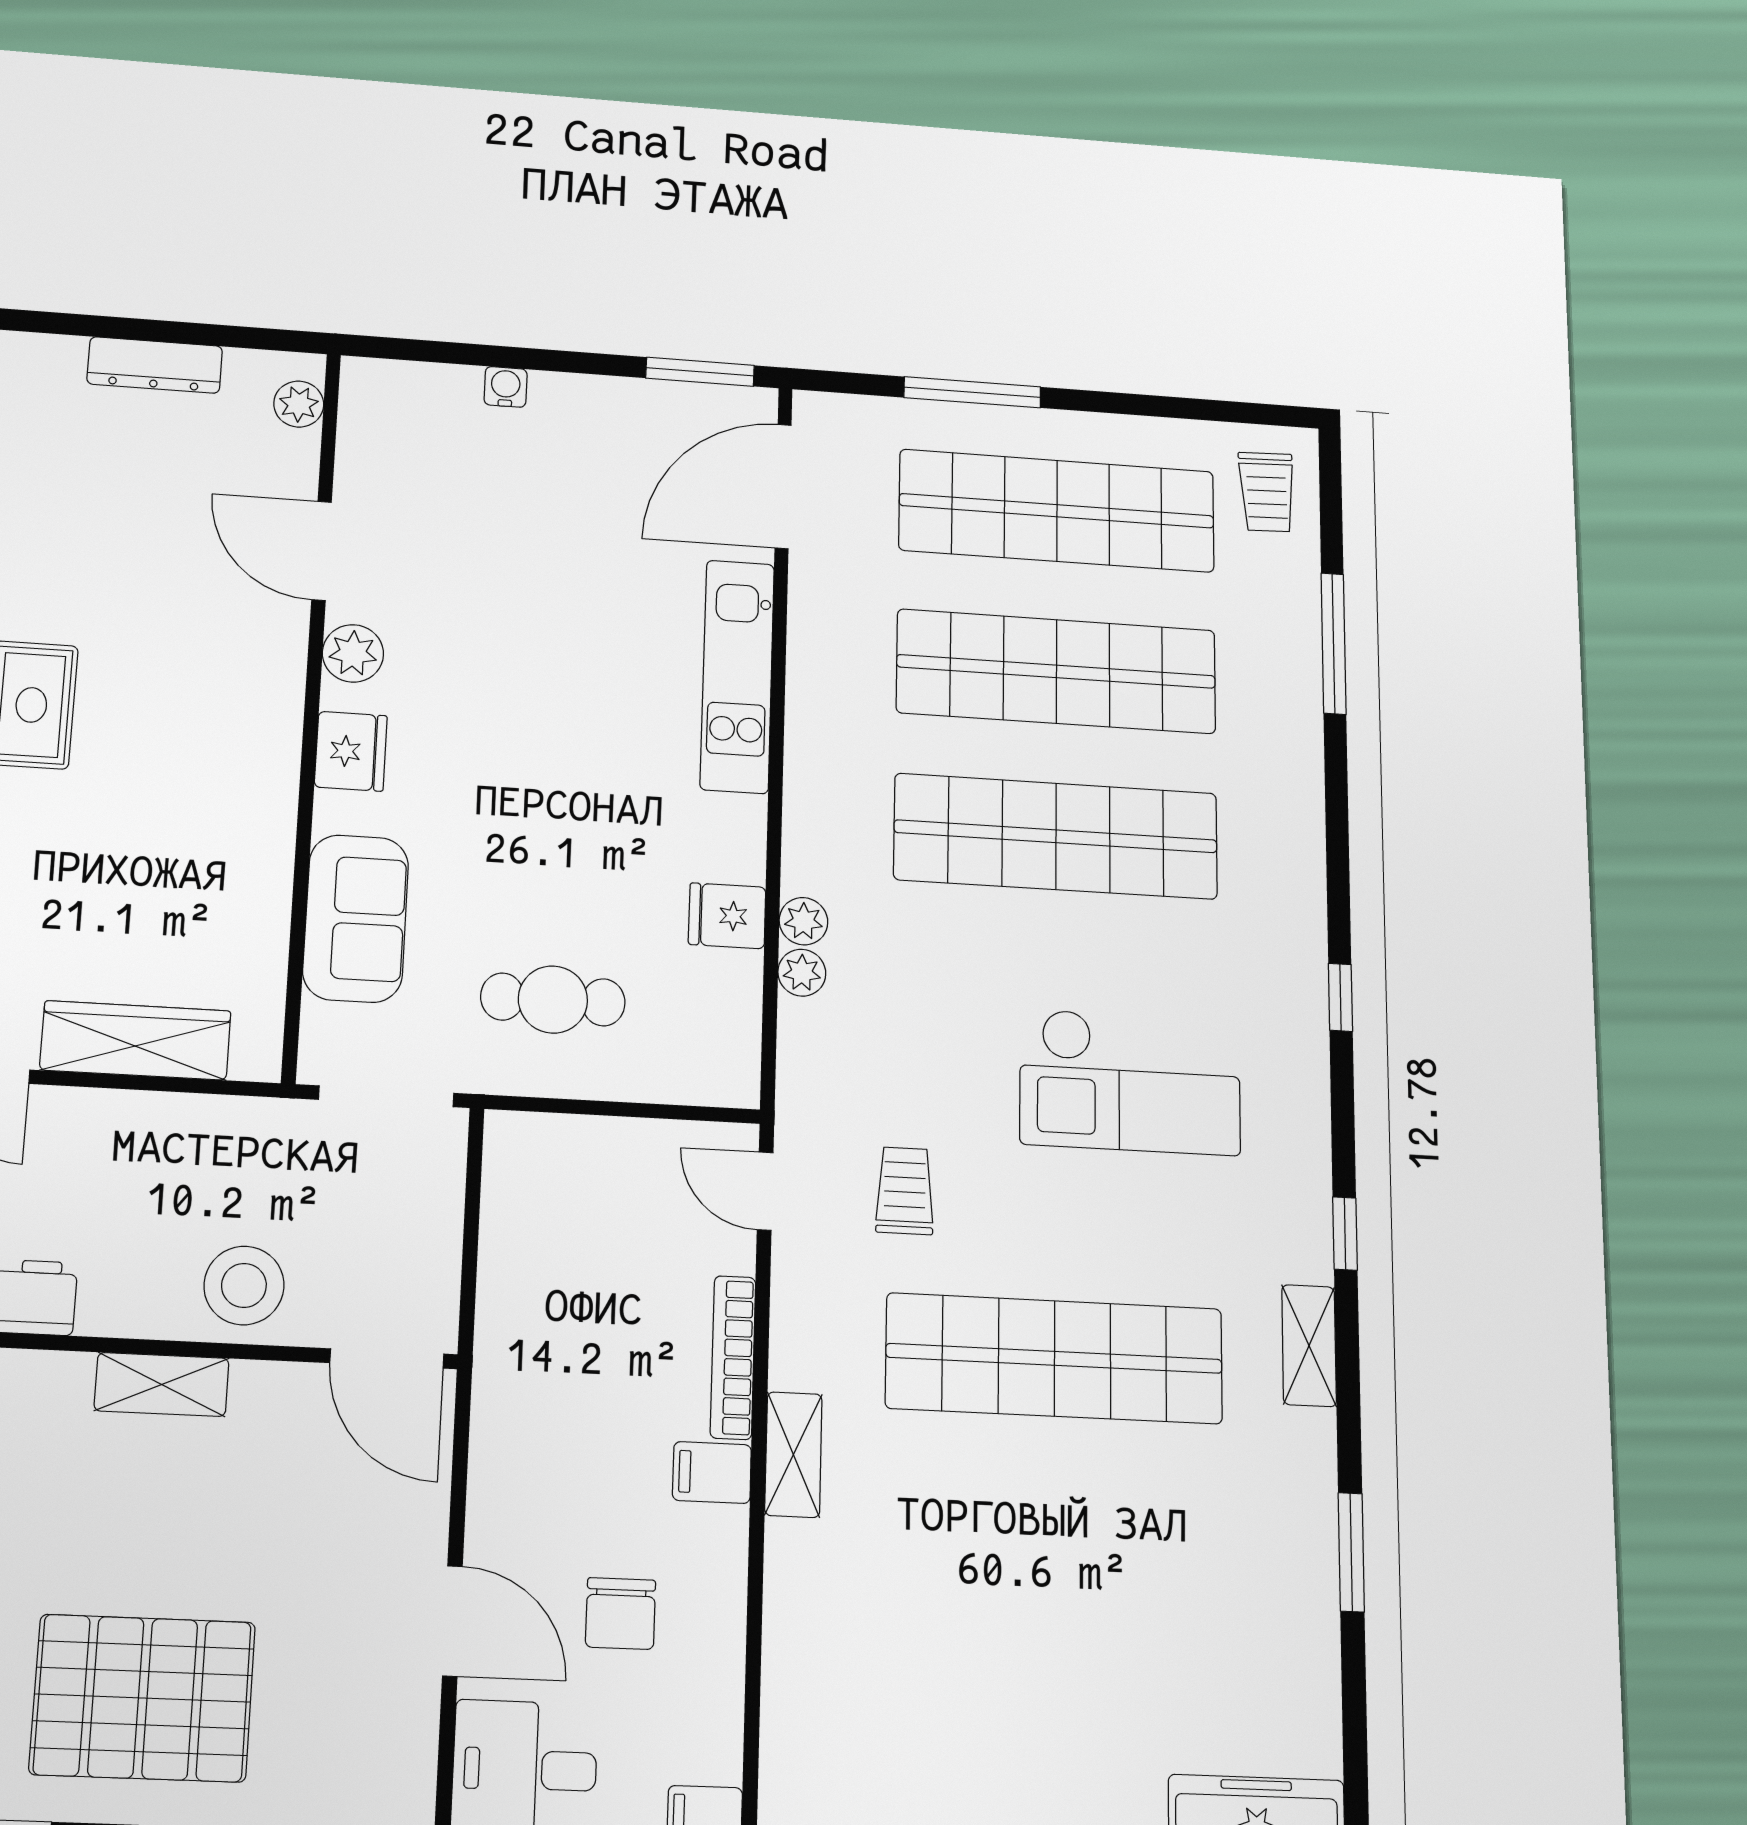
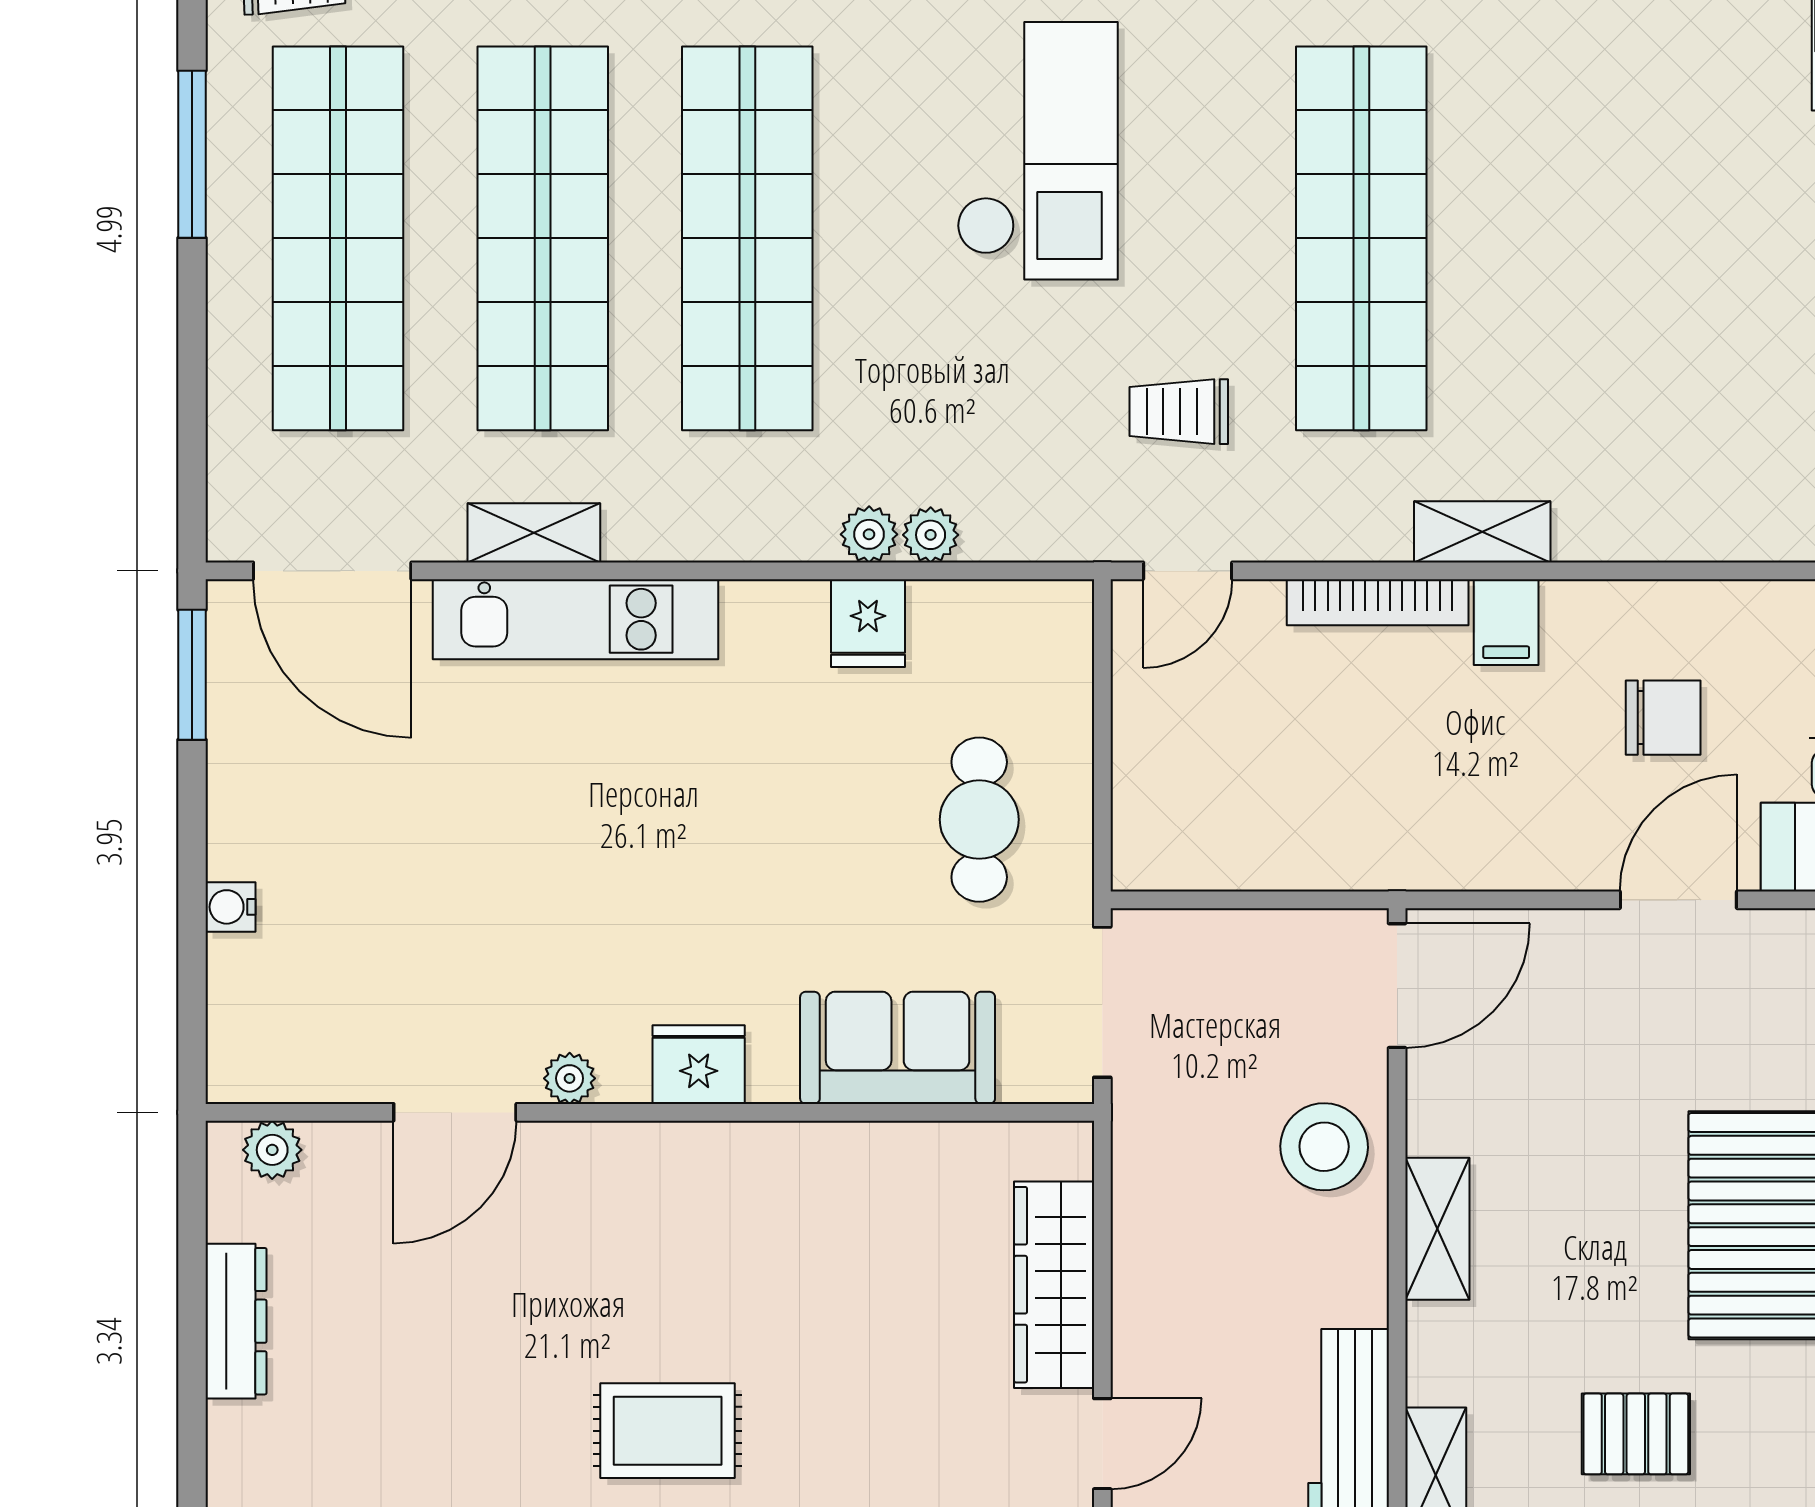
window: (972, 392) -> (192, 154), moved
shelving: (811, 648) -> (534, 533), added
plant: (353, 653) -> (570, 1078), width x0.73, depth x0.73

